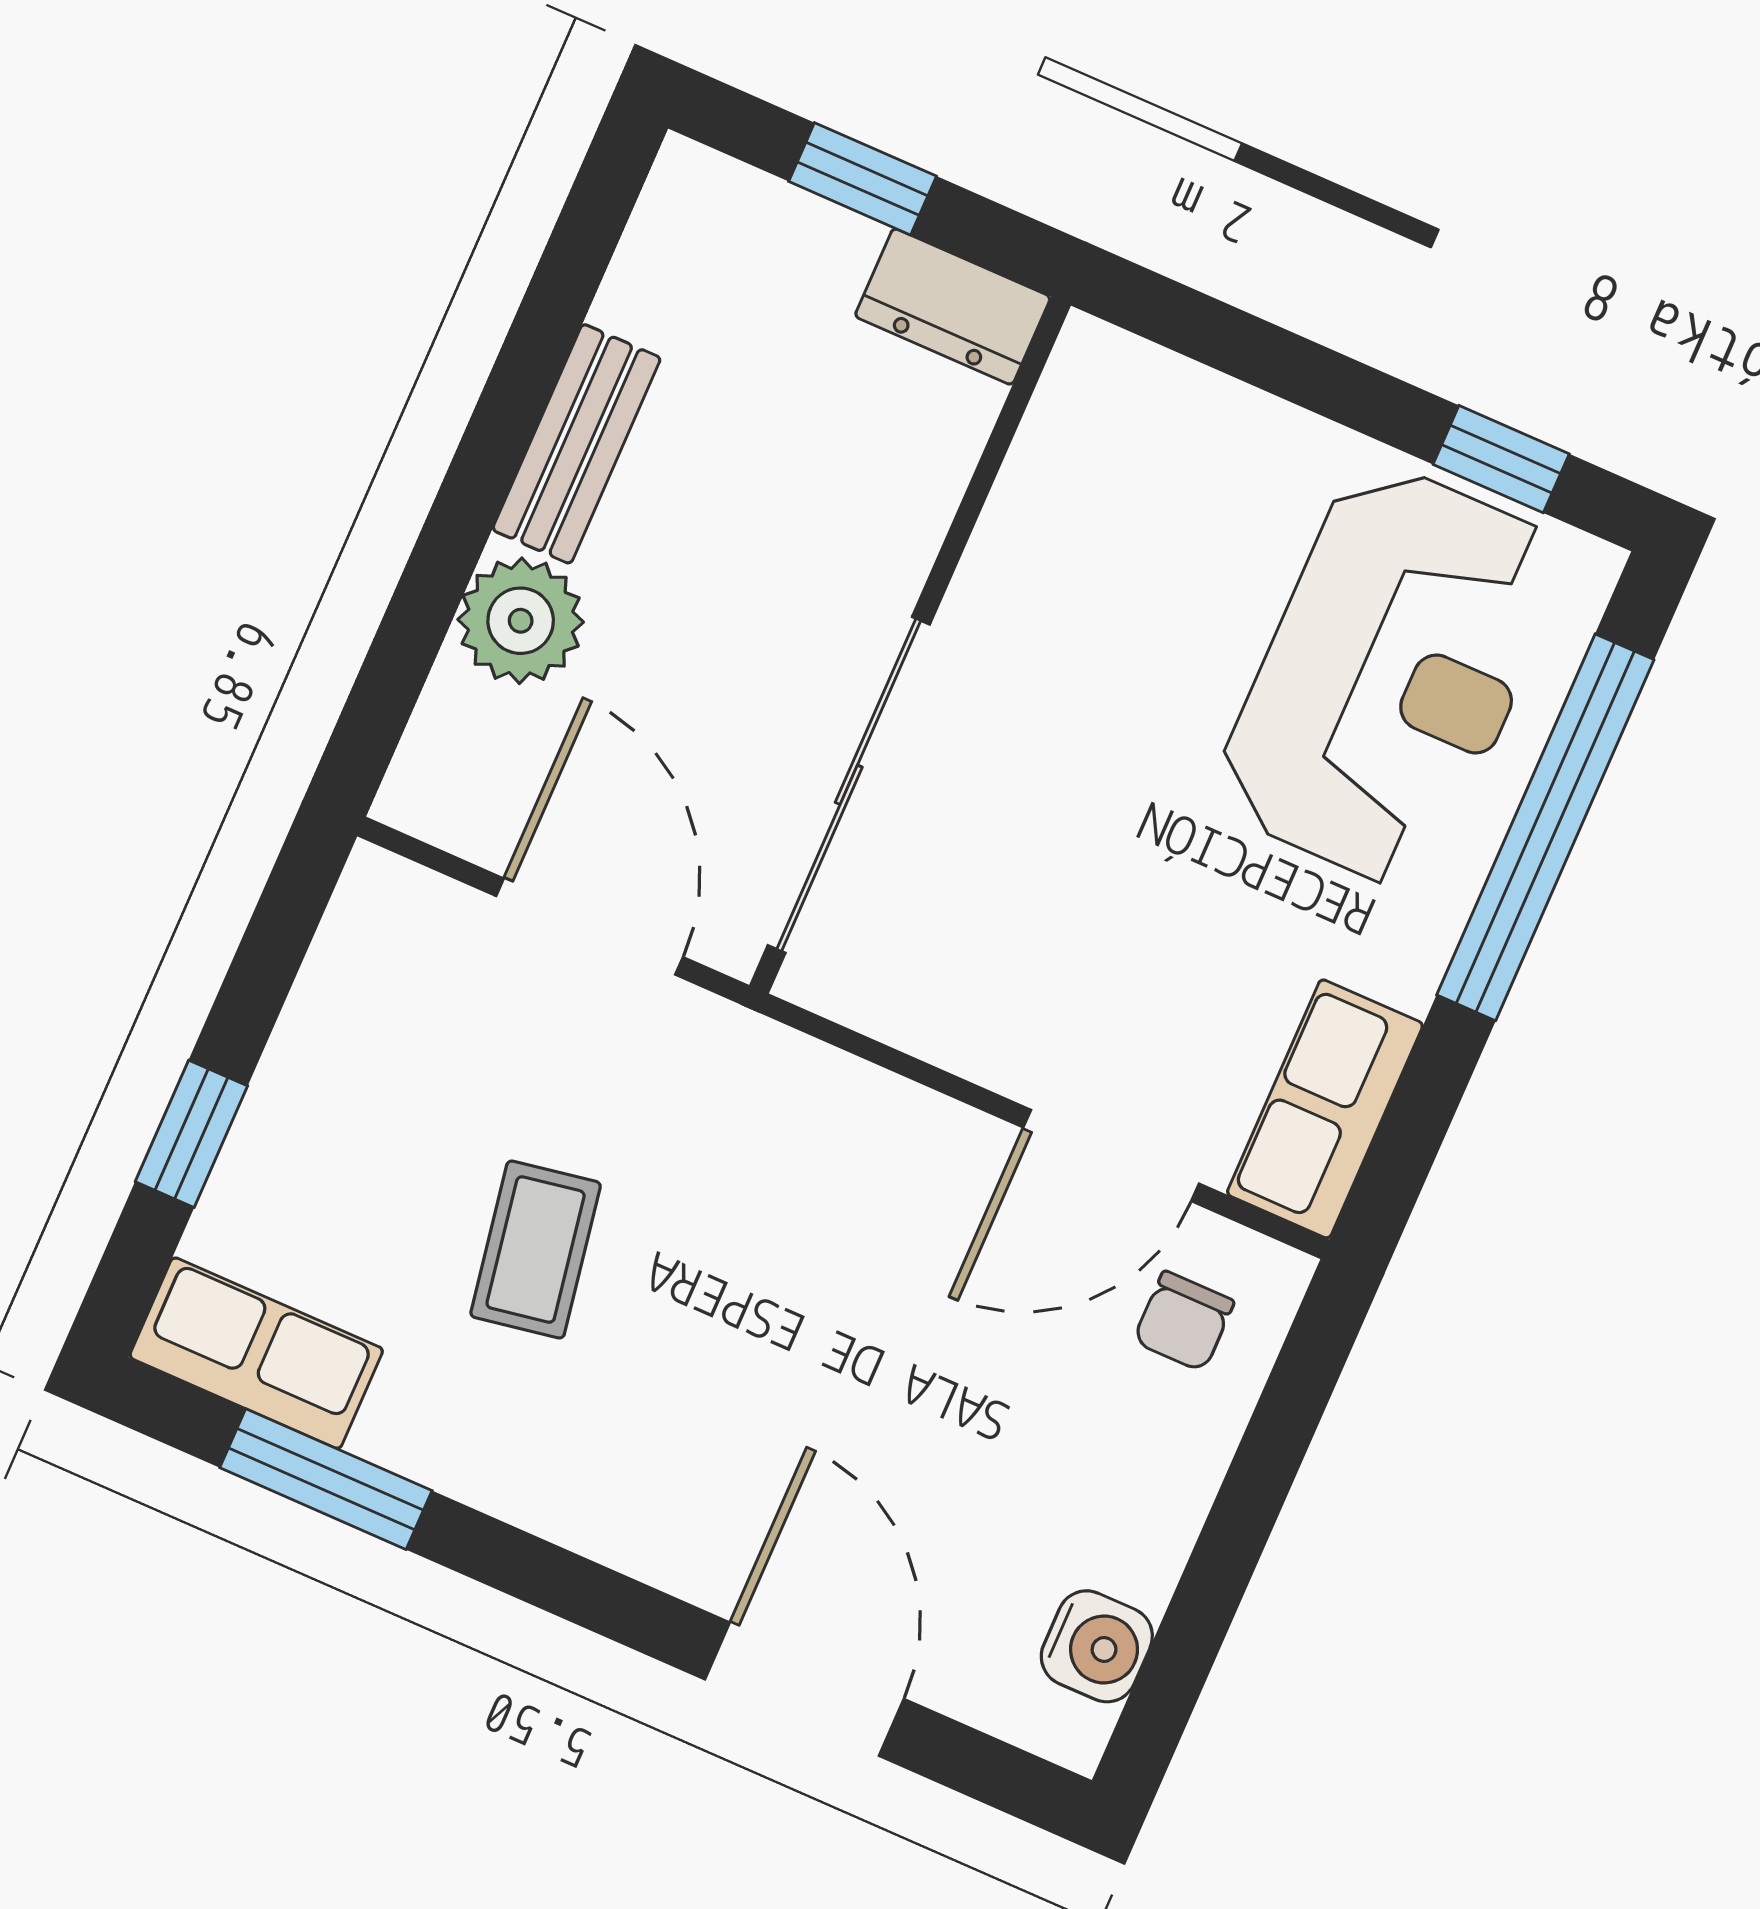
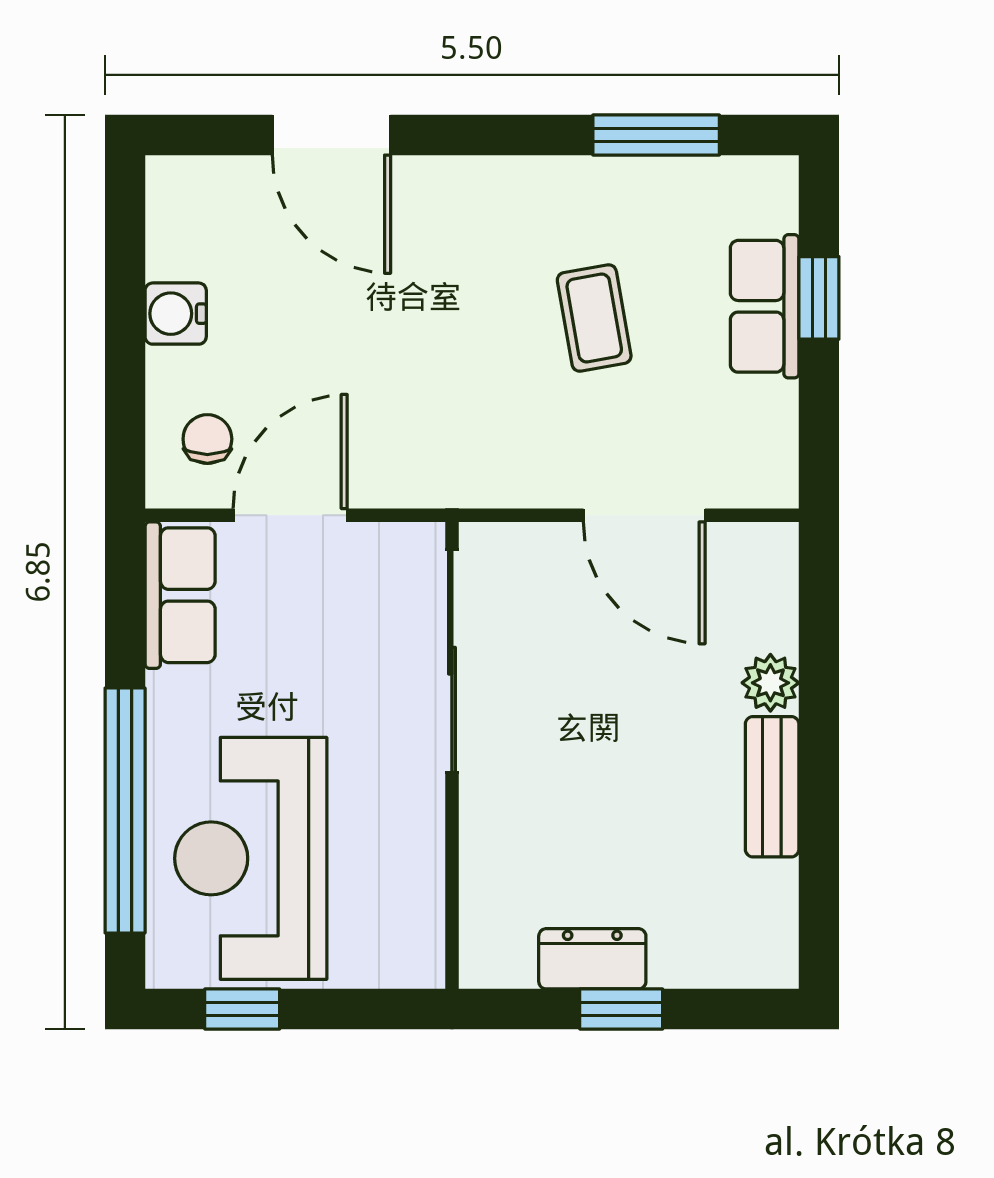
window: (863, 179) -> (621, 1009), moved
plant: (521, 621) -> (770, 683), width x0.73, depth x0.73
wall: (910, 645) -> (452, 755), moved
sliding door: (849, 785) -> (452, 661), moved
row of seats: (256, 1353) -> (765, 306), moved, turned 90
water cooler: (1097, 1646) -> (176, 314), moved

